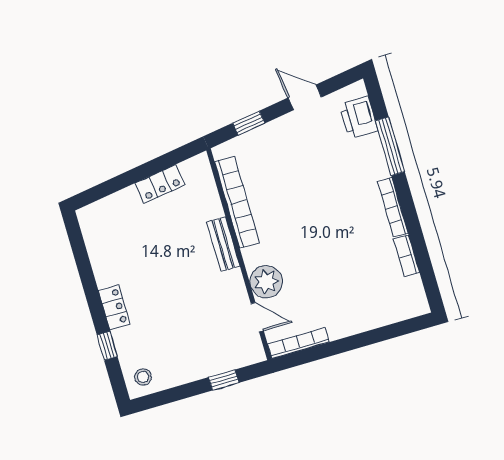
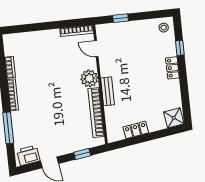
printer: (359, 117) -> (28, 155), moved, turned -98
shower: (96, 218) -> (174, 118), added
plant: (266, 282) -> (89, 78), moved

